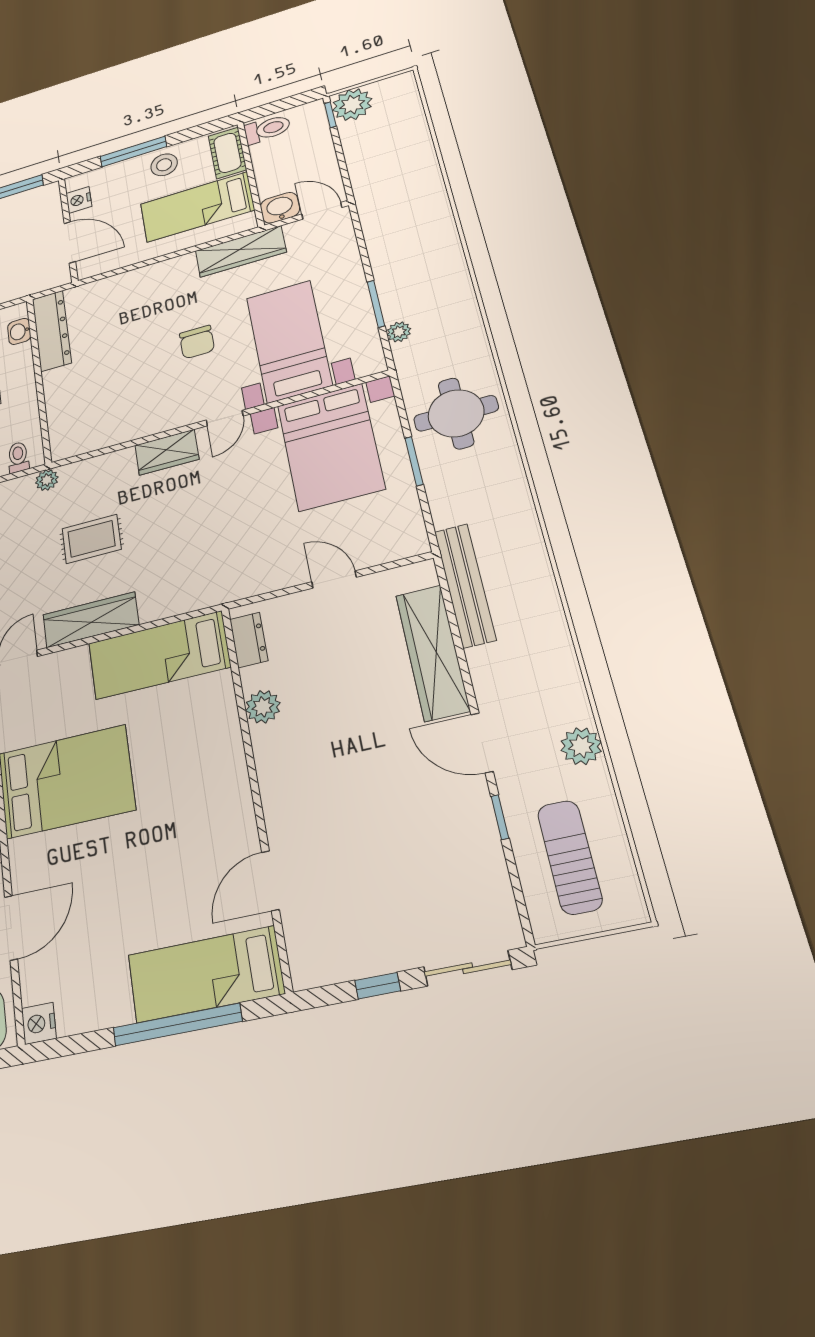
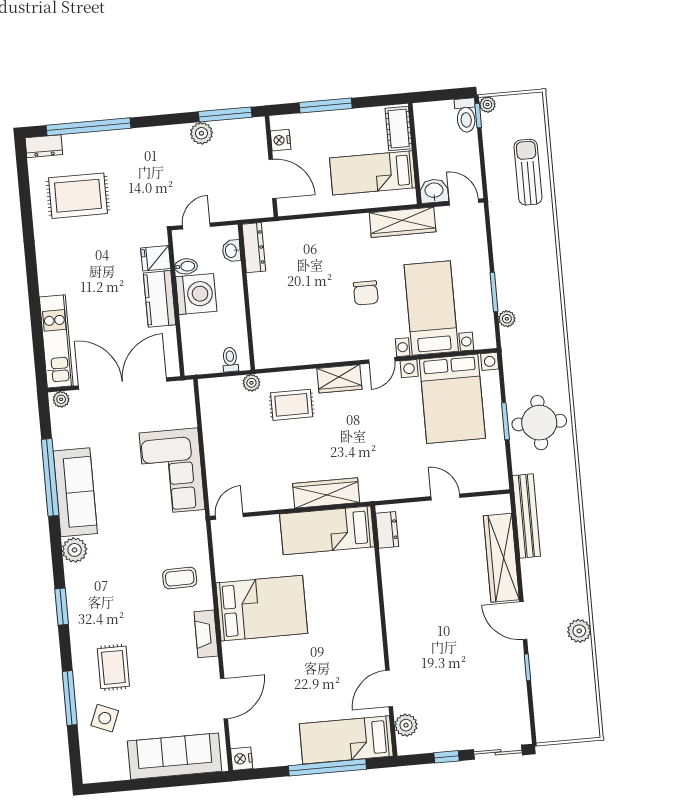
plant: (352, 105) -> (487, 105), width x0.53, depth x0.53
toilet: (267, 129) -> (466, 115), moved, turned 90
stool: (164, 165) -> (349, 126), removed
dresser: (52, 331) -> (254, 248), width x0.73, depth x0.80
round table: (456, 413) -> (539, 423), moved
rug: (92, 539) -> (292, 405), moved
wardrobe: (91, 620) -> (326, 493), moved
plant: (263, 707) -> (406, 725), moved
sun lounger: (570, 857) -> (528, 172), moved

